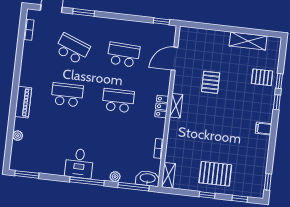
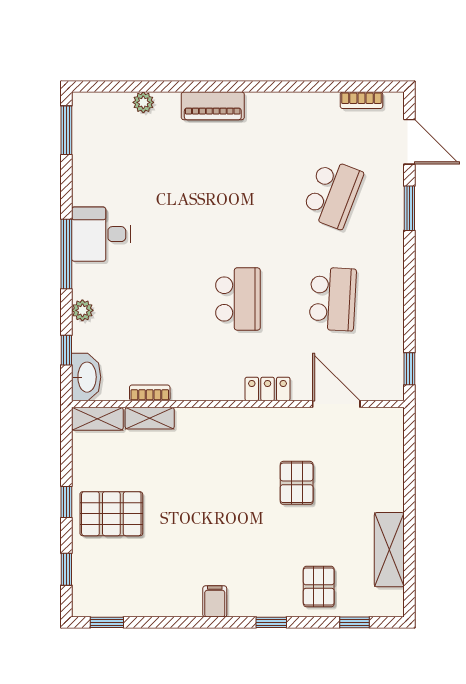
window: (279, 81) -> (355, 622), moved
pallet: (211, 82) -> (297, 483), turned 90
school desk: (67, 95) -> (238, 194), removed
shelving: (176, 106) -> (150, 418), moved
locker: (162, 107) -> (268, 389), moved
pallet: (215, 174) -> (111, 514), turned 90
window: (134, 187) -> (66, 350), width x0.46

